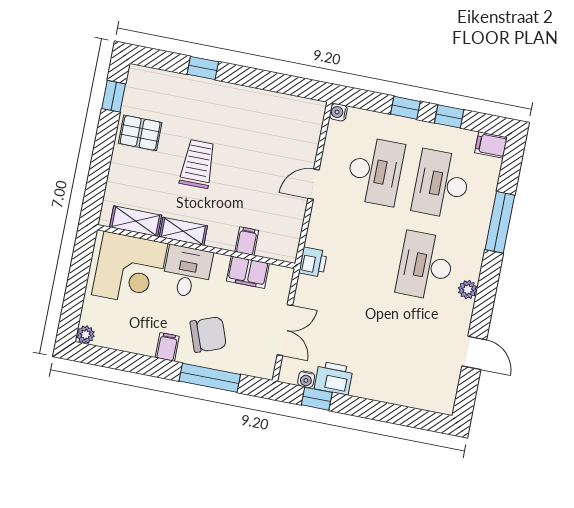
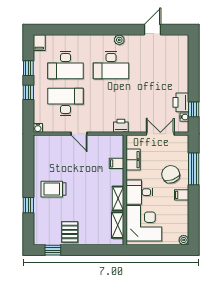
trolley: (198, 164) -> (53, 189), moved
window: (500, 222) -> (80, 30), removed

